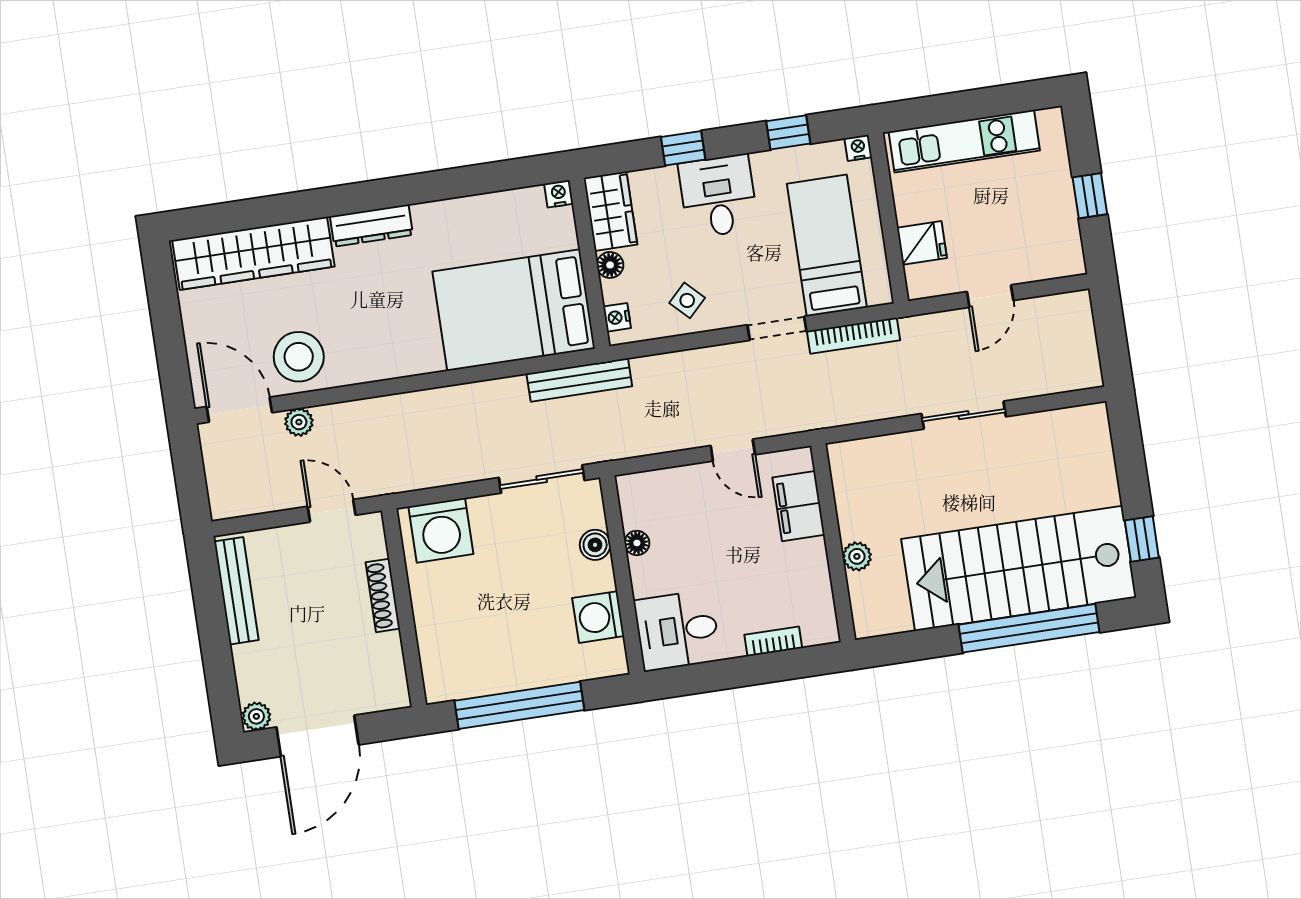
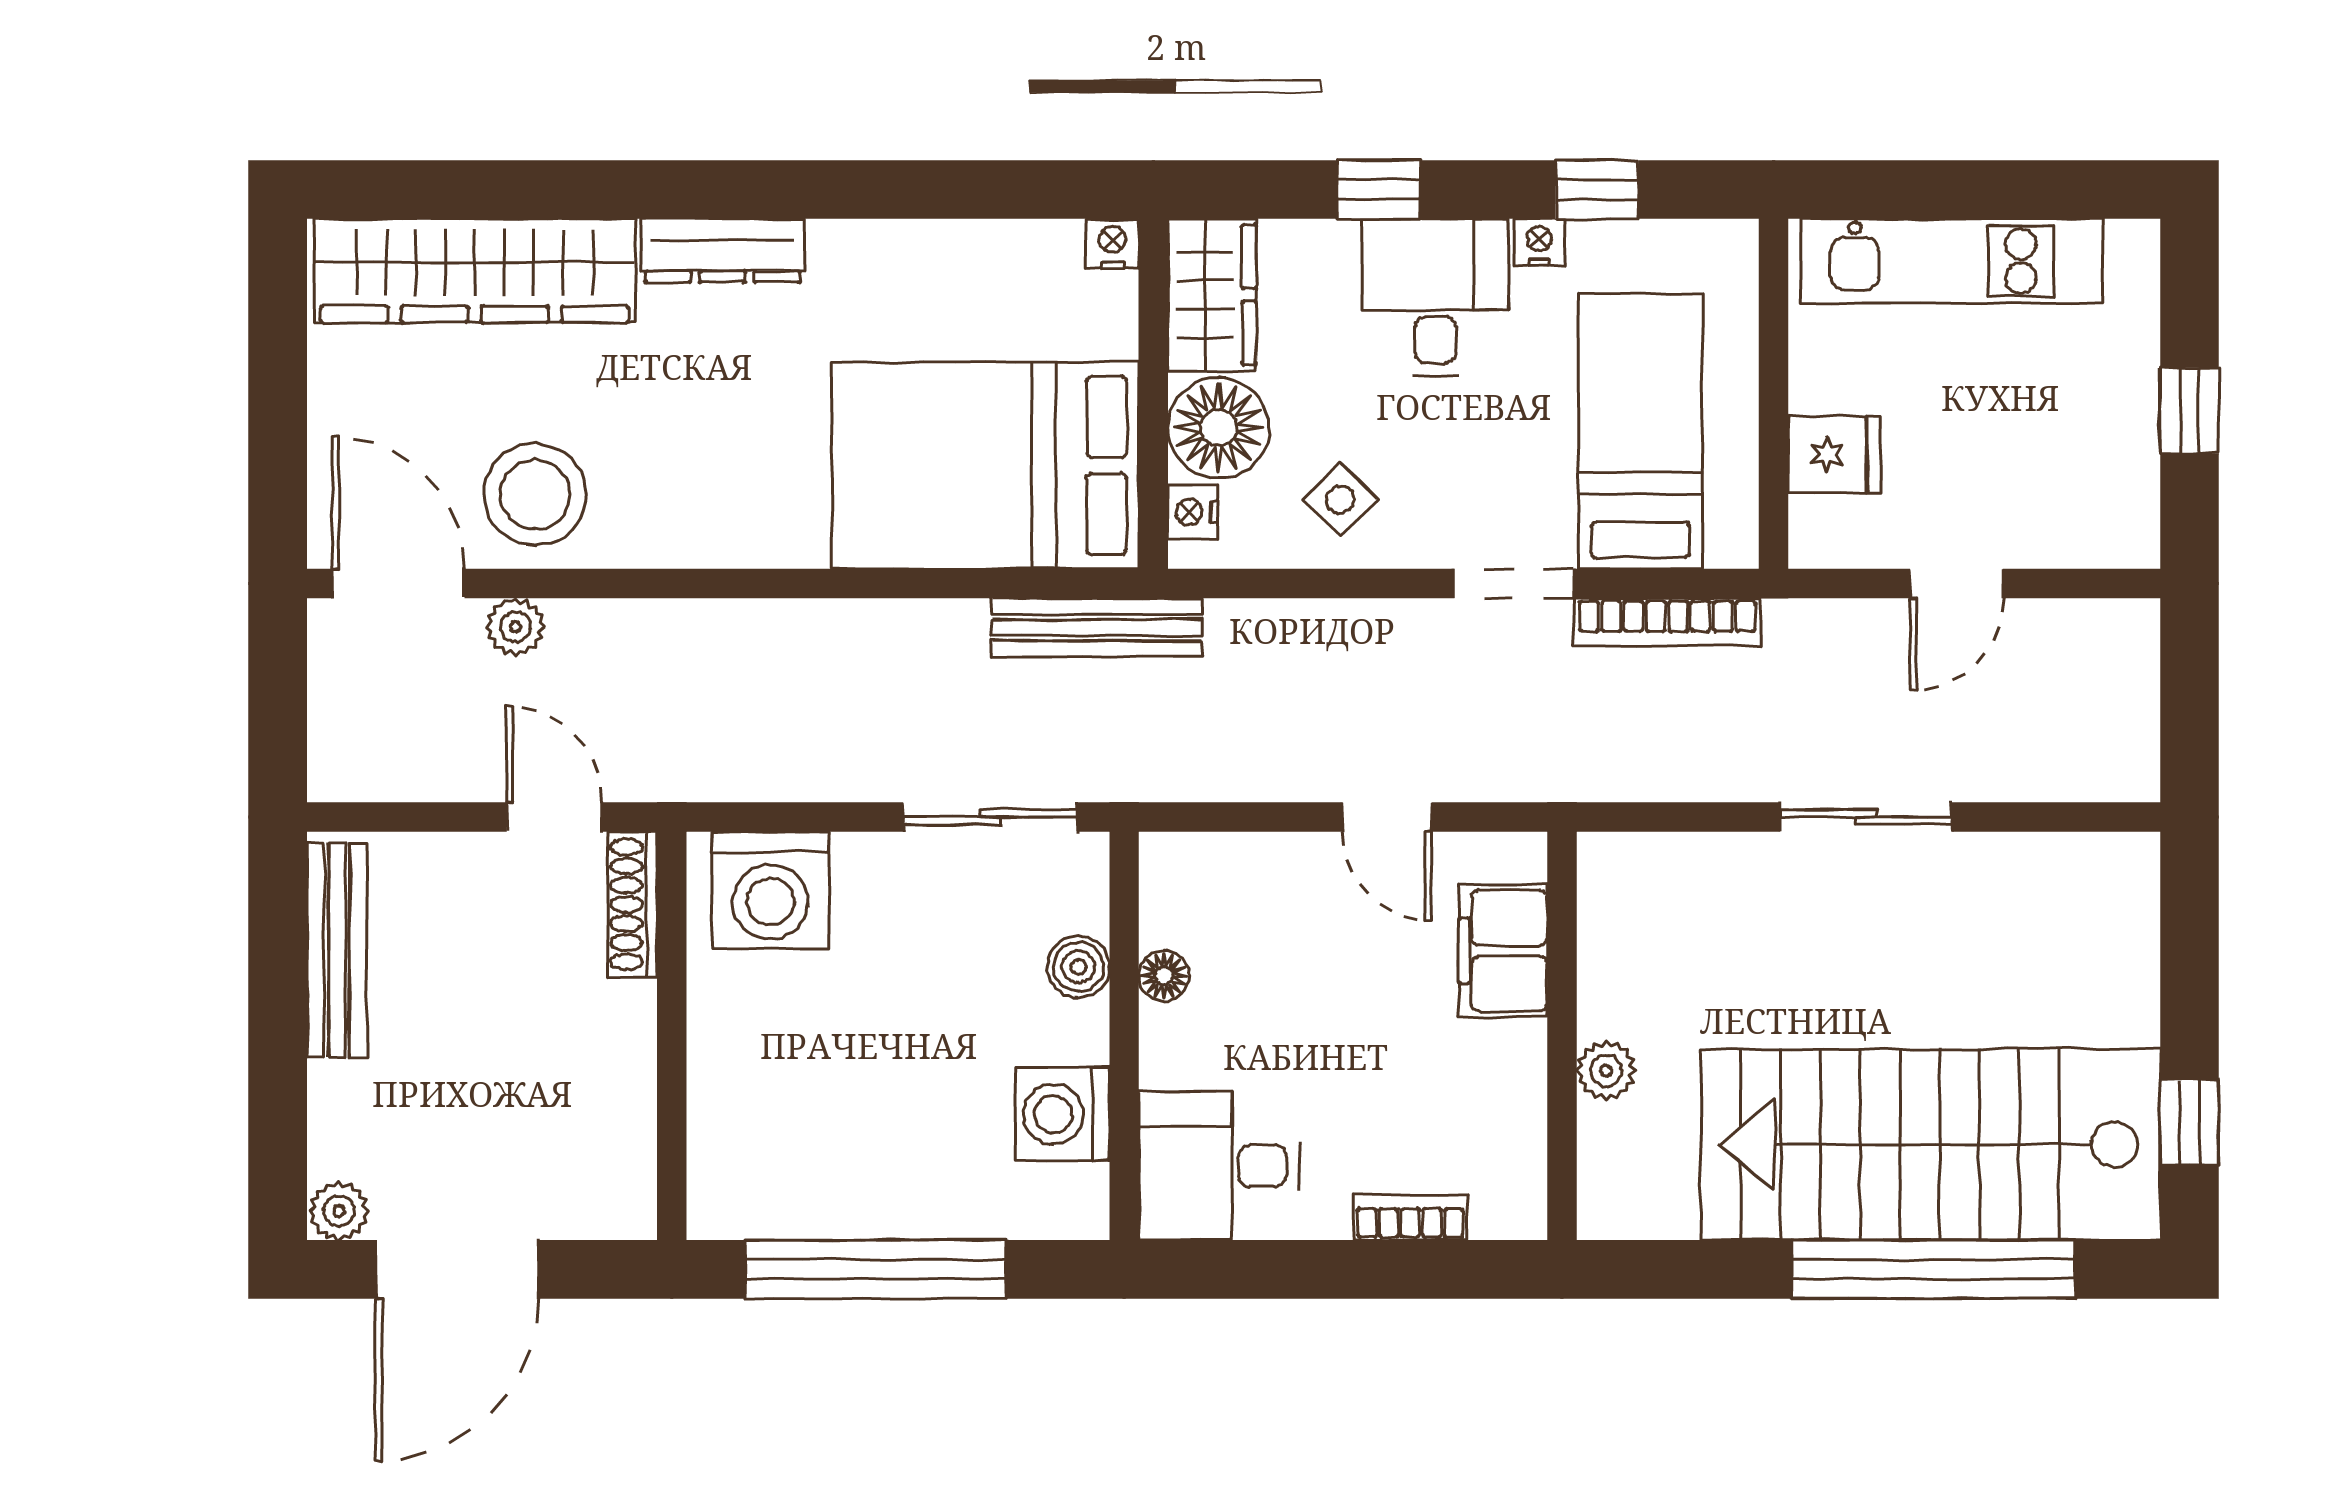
nightstand: (858, 148) -> (1539, 242), moved
floor lamp: (610, 265) -> (1219, 428), width x1.89, depth x1.89
shoe rack: (383, 595) -> (632, 904), moved

